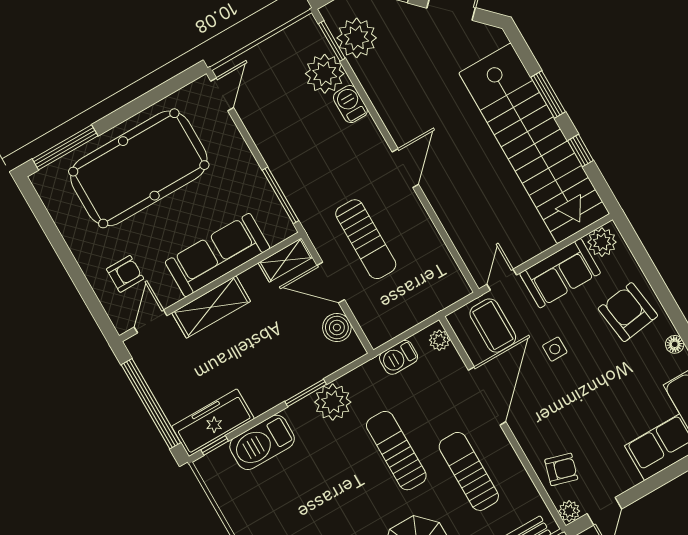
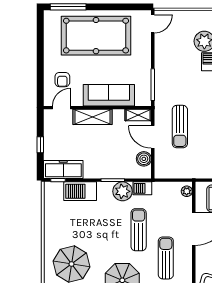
armchair: (125, 274) -> (62, 80), turned 90
barbecue: (399, 357) -> (142, 188), moved
window: (151, 404) -> (40, 145), width x0.32

